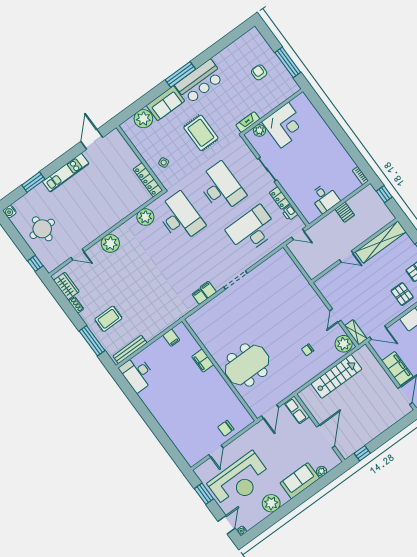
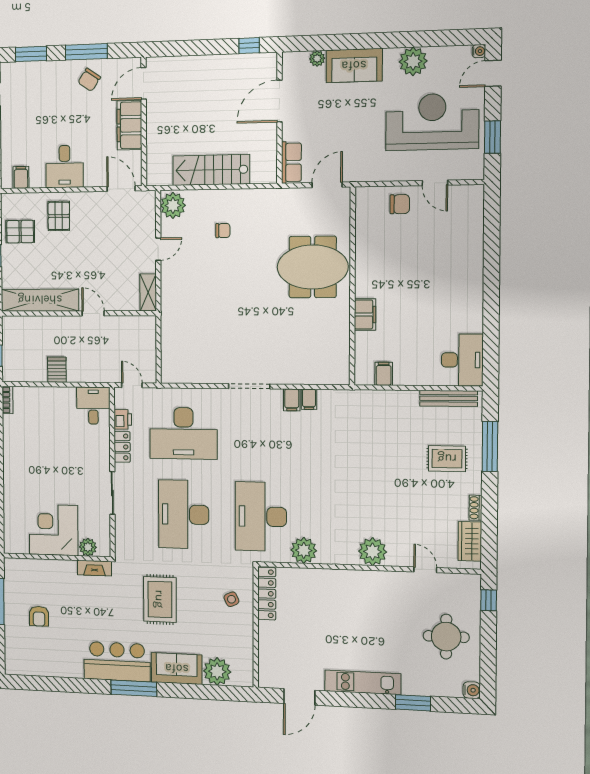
desk: (325, 198) -> (93, 406), moved
shelving: (356, 332) -> (148, 292), moved
door: (216, 451) -> (435, 183), swing flipped

